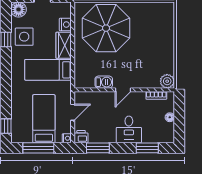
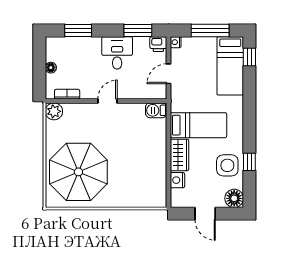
parasol: (106, 28) -> (78, 172), moved
barbecue: (104, 82) -> (156, 110), moved
bed: (44, 119) -> (230, 66), moved
desk: (129, 129) -> (117, 53), moved

